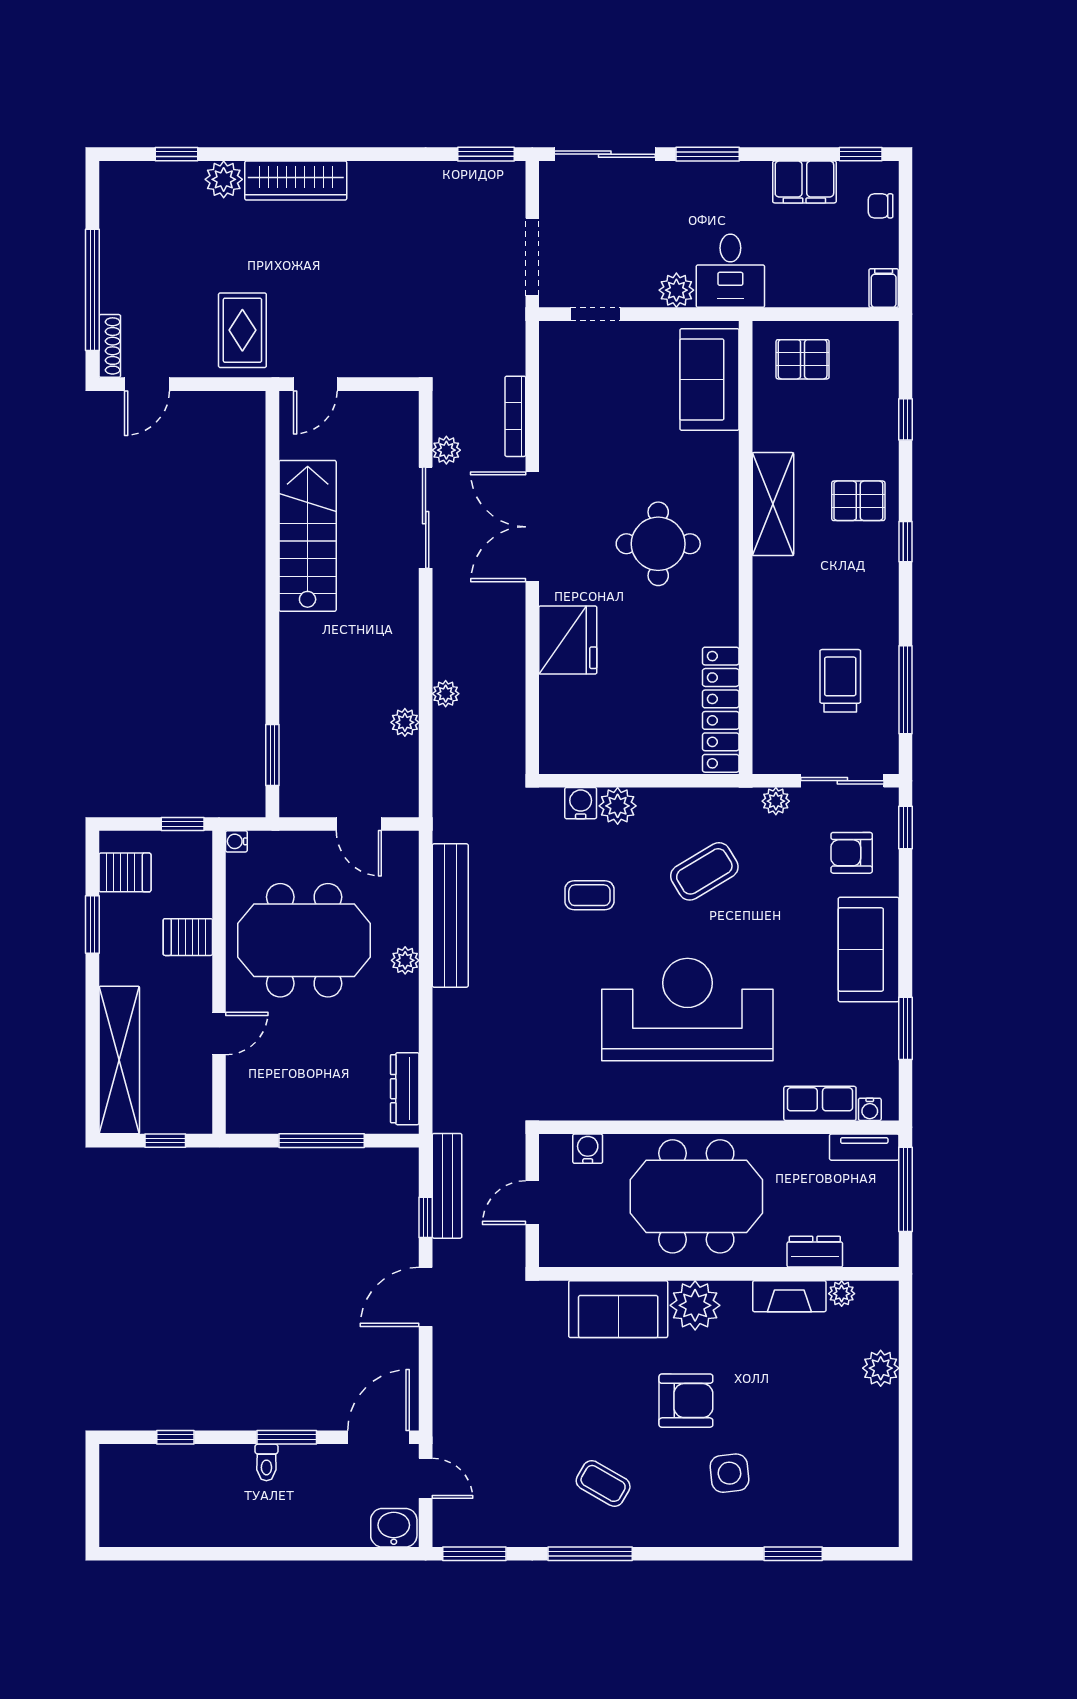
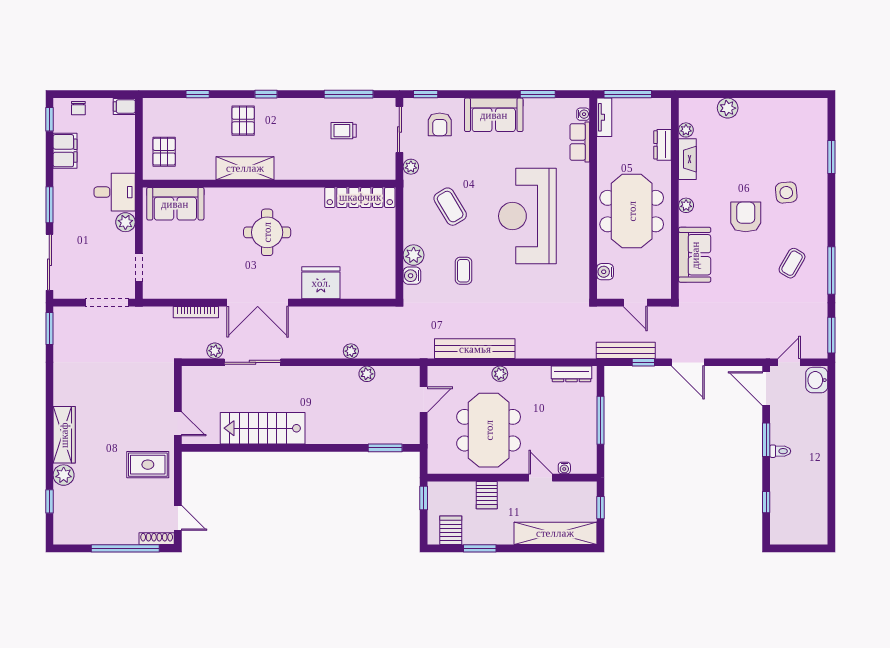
trolley: (840, 681) -> (344, 131), width x0.73, depth x0.72
water cooler: (236, 841) -> (564, 468), moved
plant: (695, 1305) -> (686, 205), width x0.53, depth x0.53

